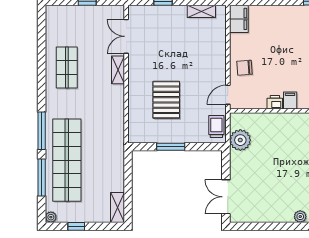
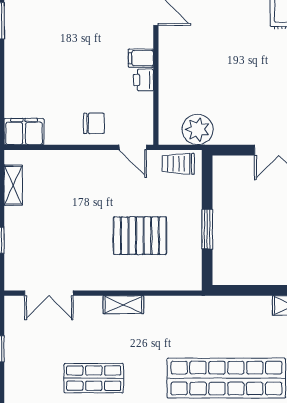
chair: (245, 68) -> (94, 123), turned -86
shelving: (118, 70) -> (123, 305), moved

